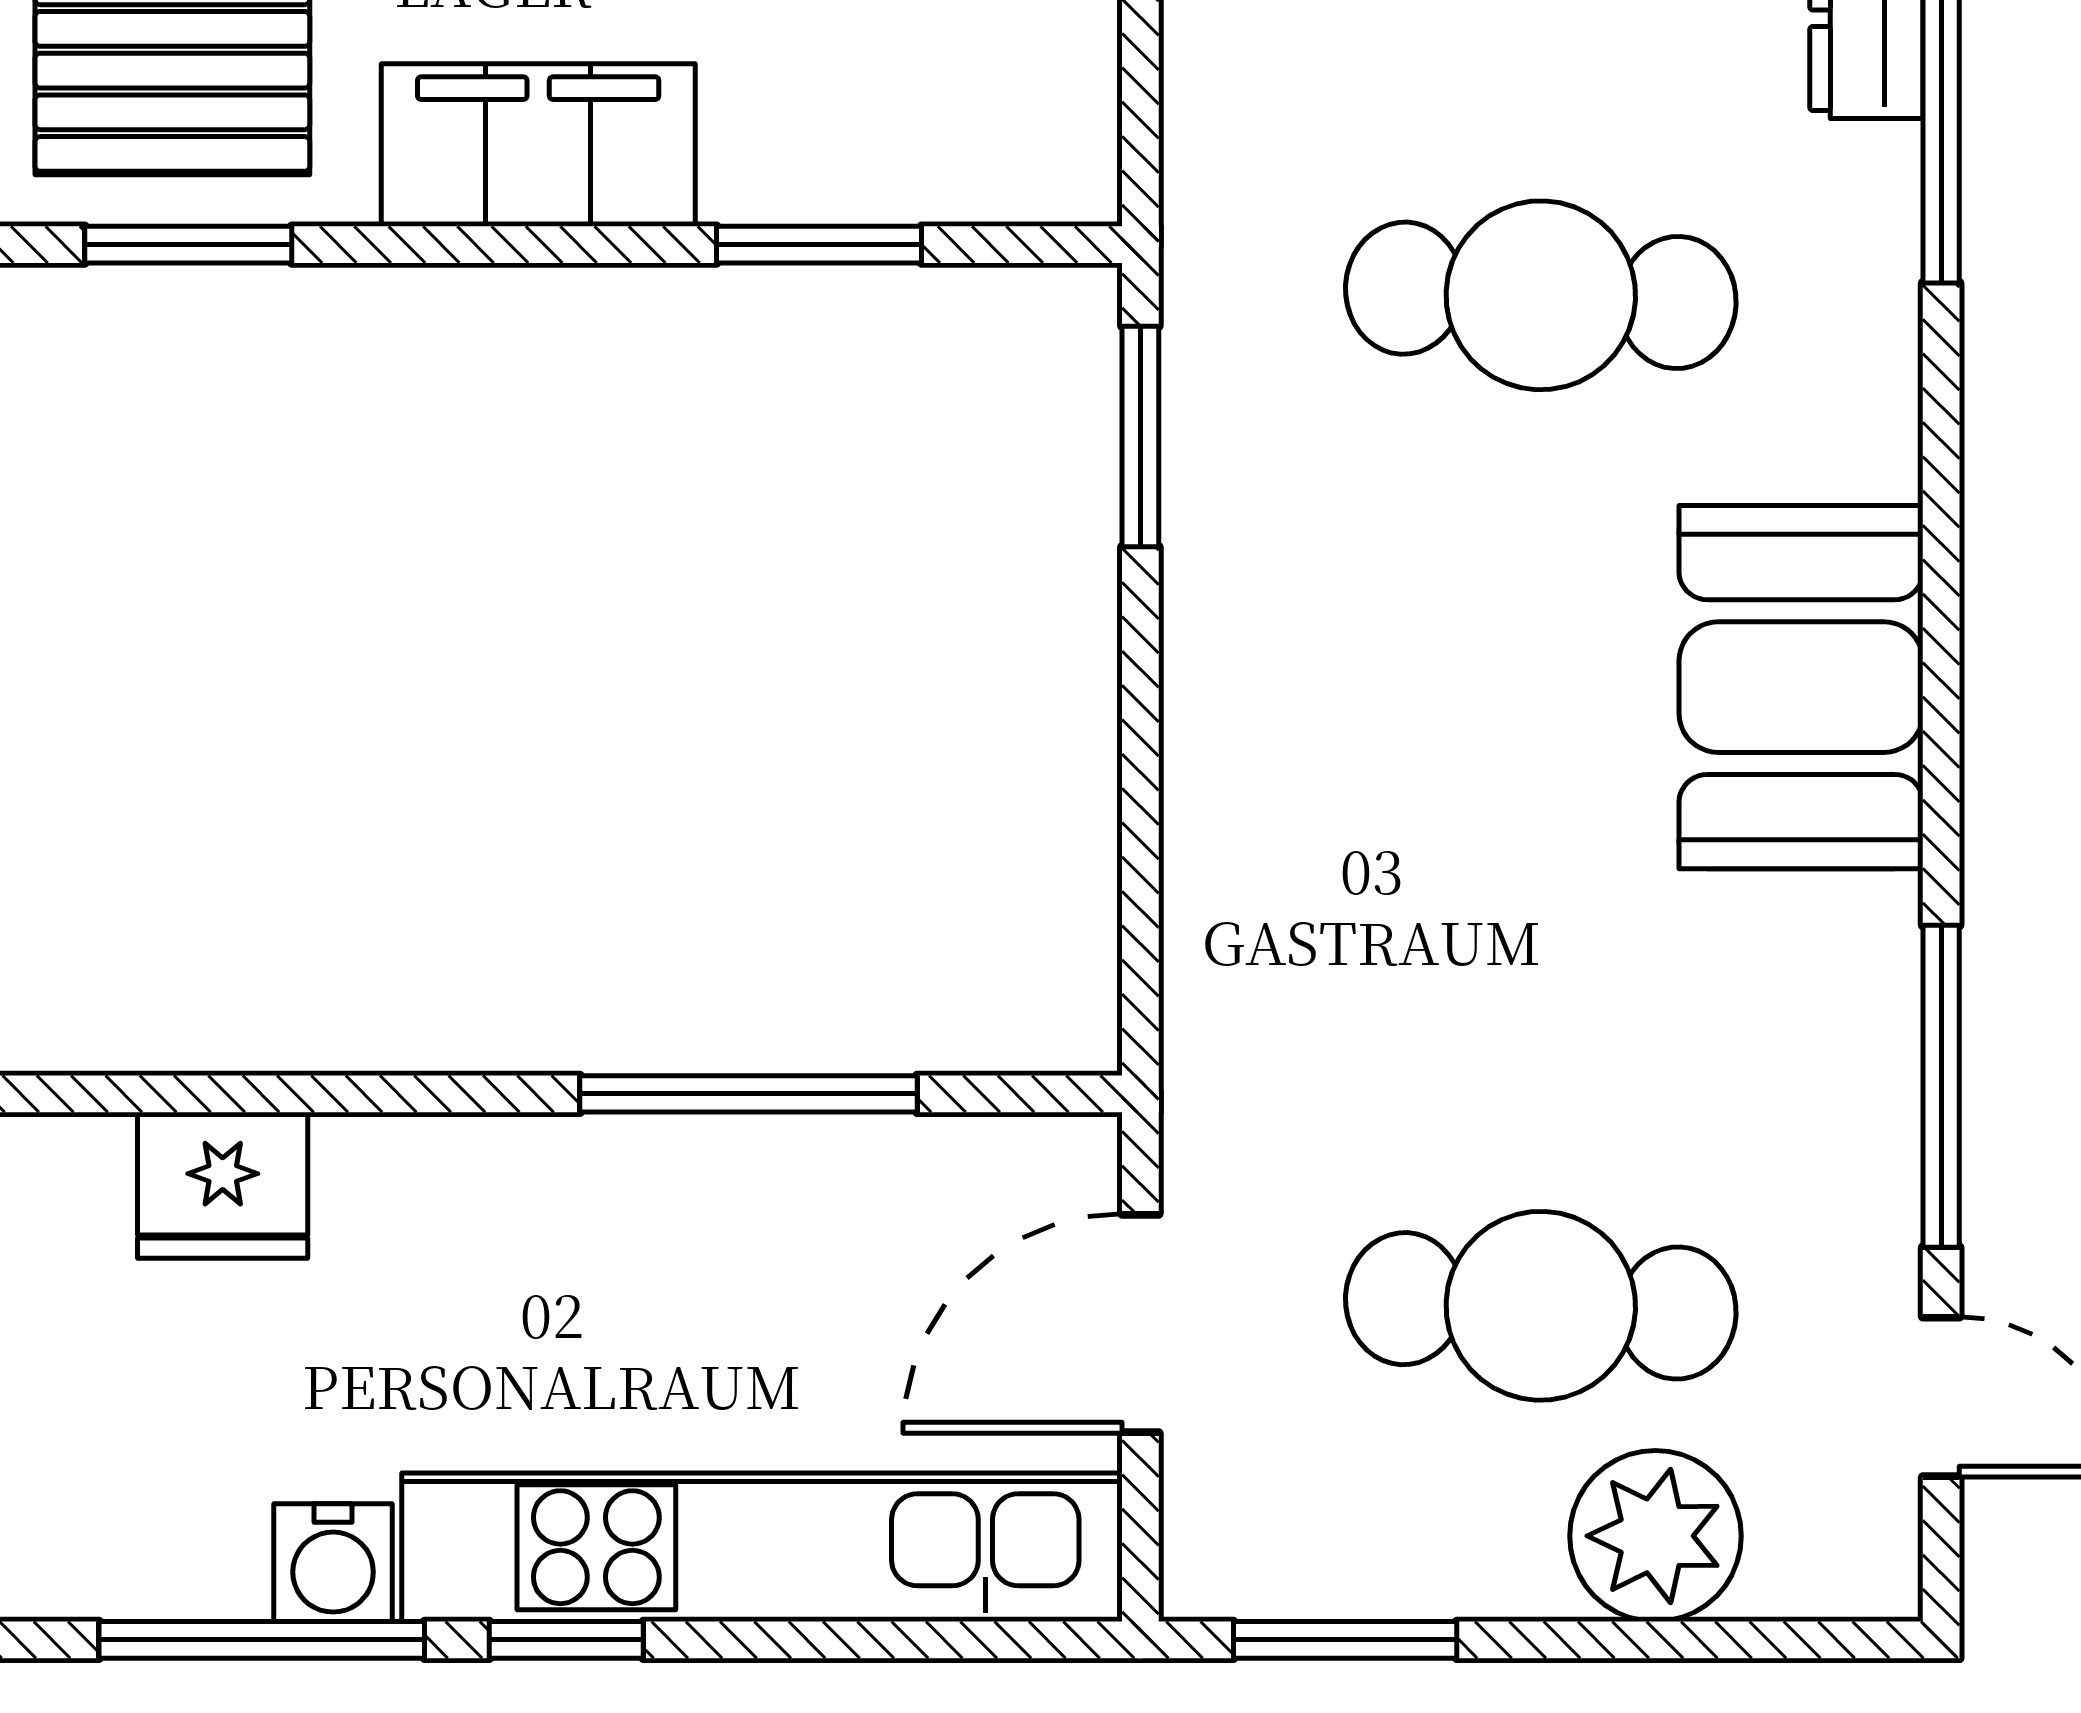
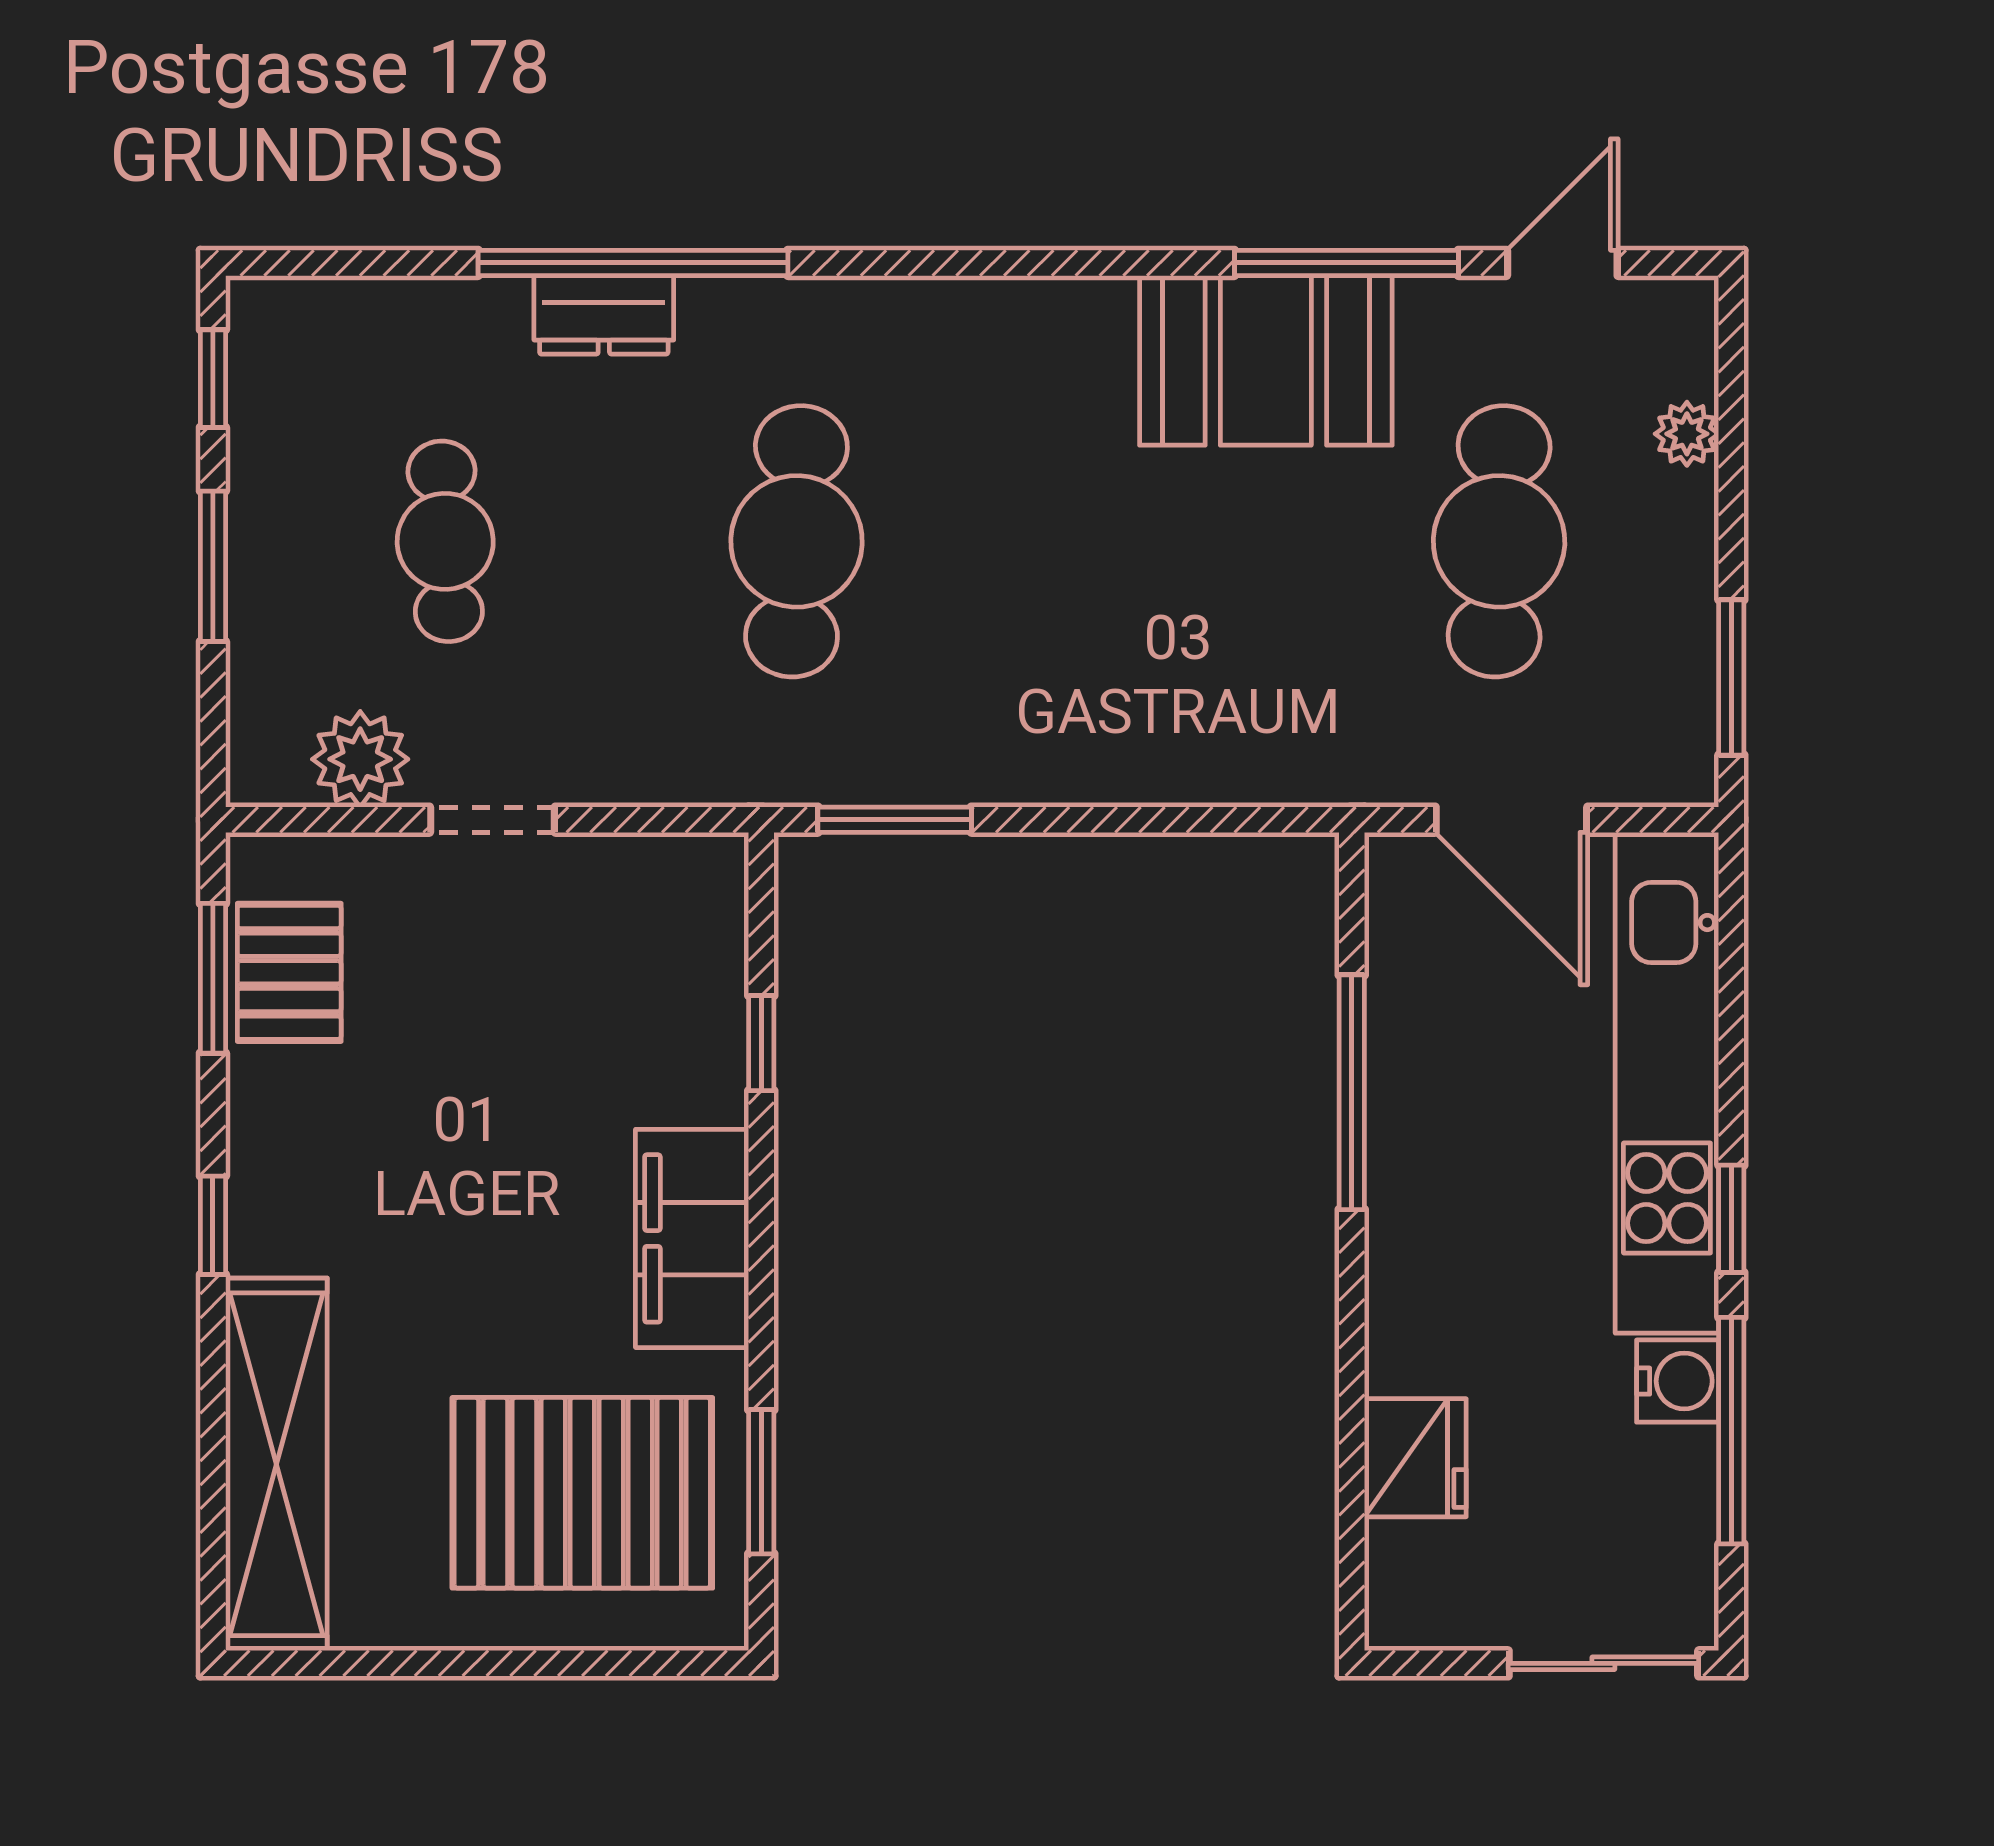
window: (819, 245) -> (761, 1043), width x0.67
booth: (1801, 687) -> (1266, 360), moved
plant: (1655, 1536) -> (1687, 434), width x0.53, depth x0.53

